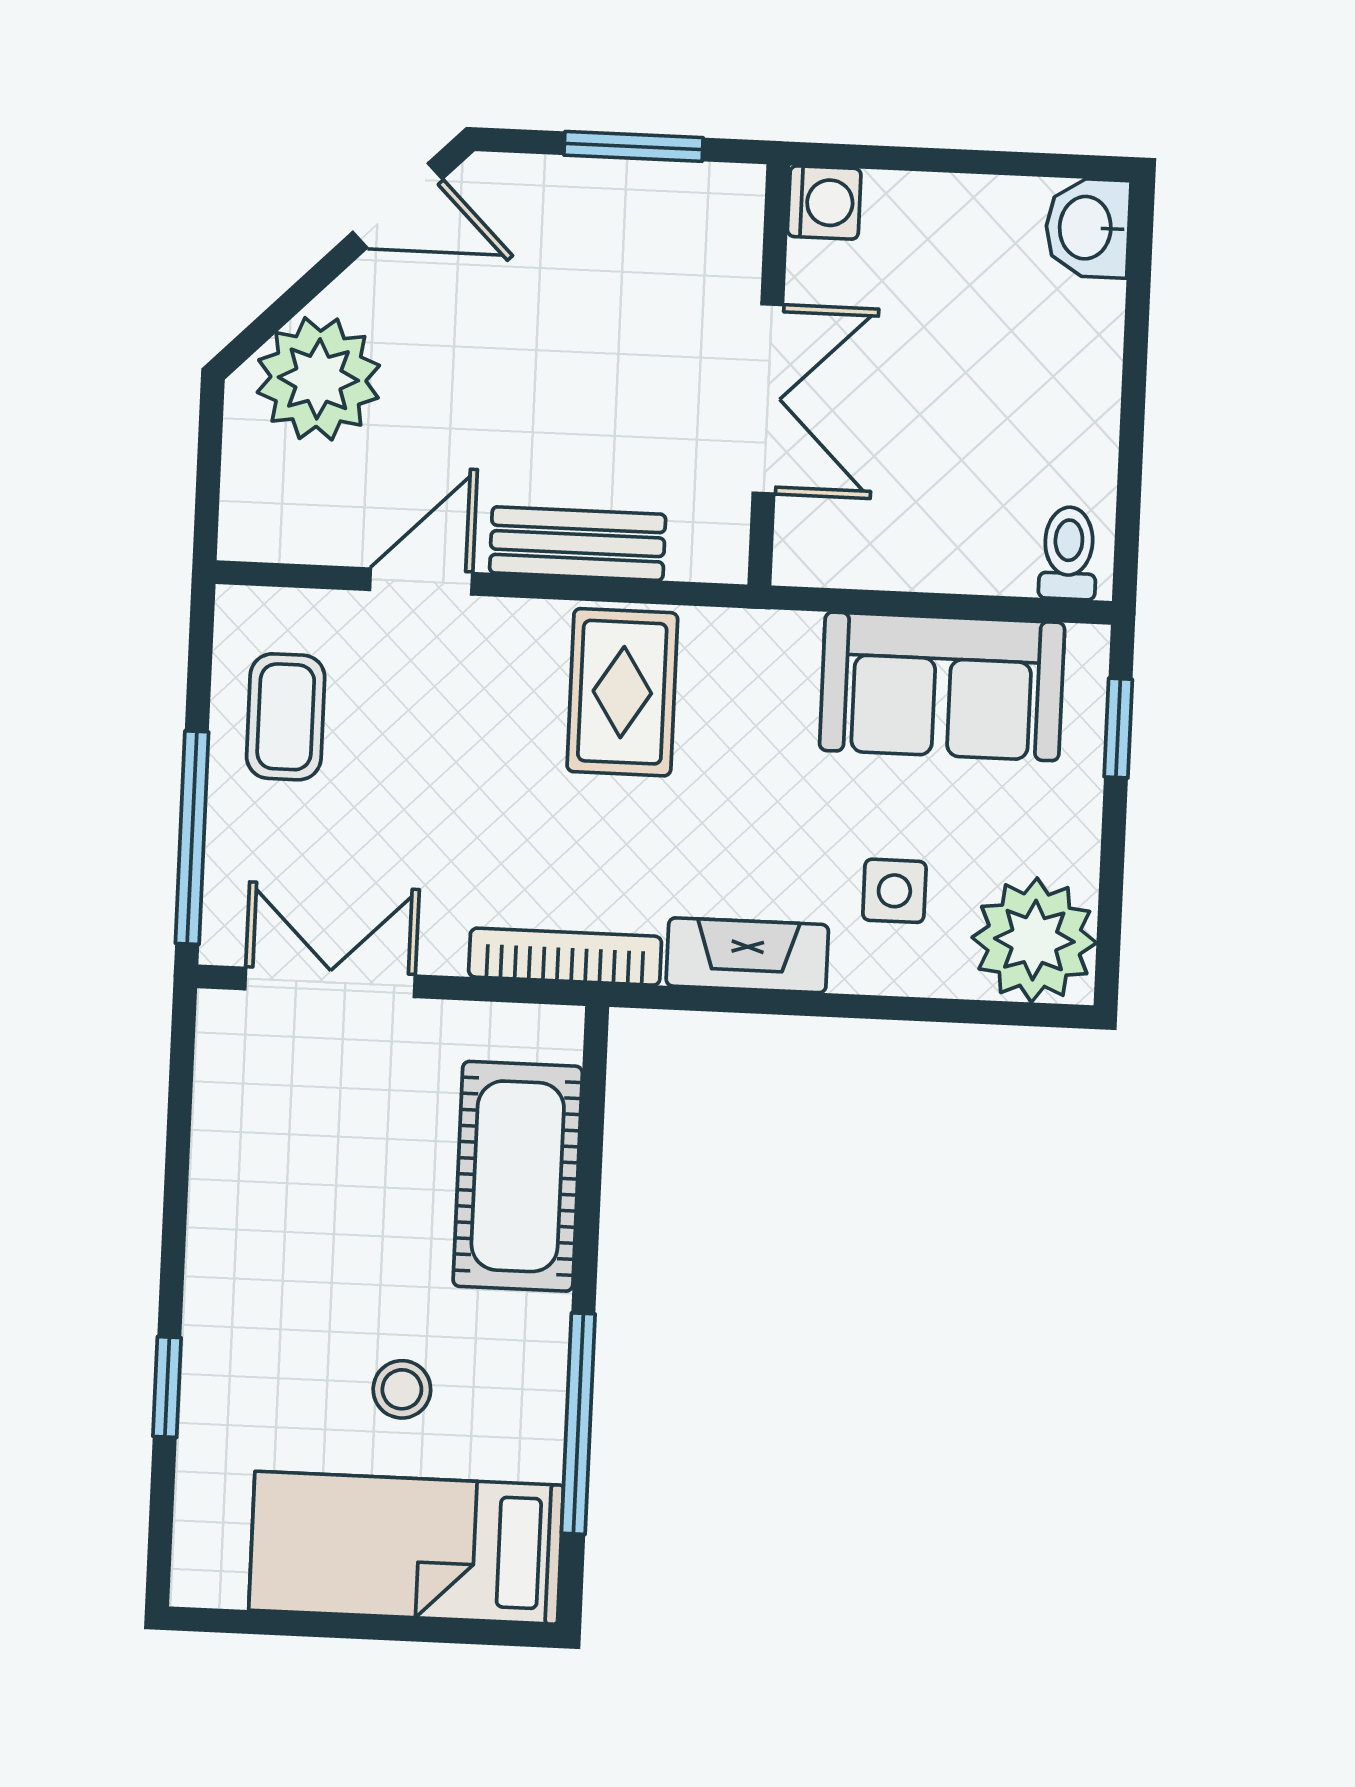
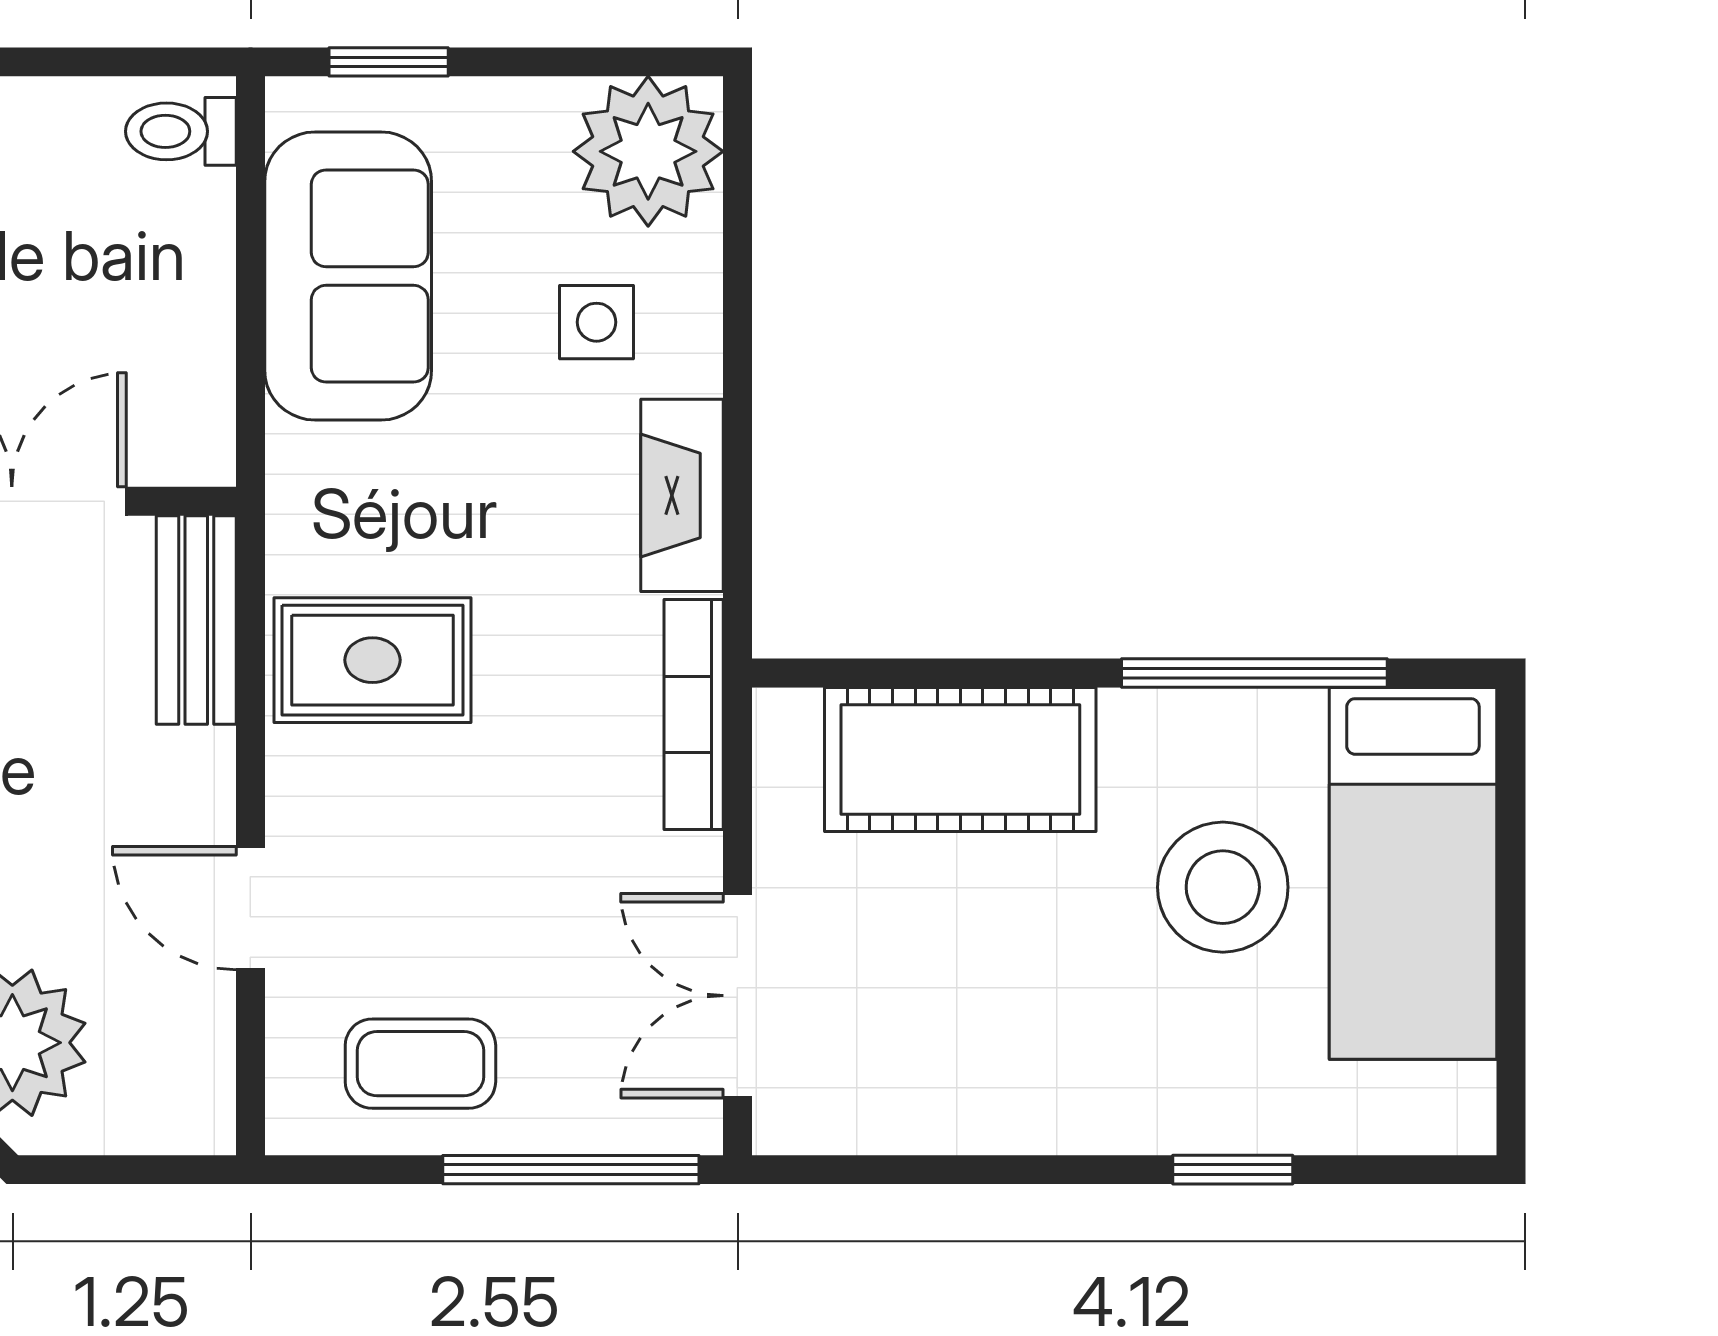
bench: (578, 544) -> (196, 620), moved
stool: (402, 1389) -> (1223, 887), width x1.89, depth x1.89

